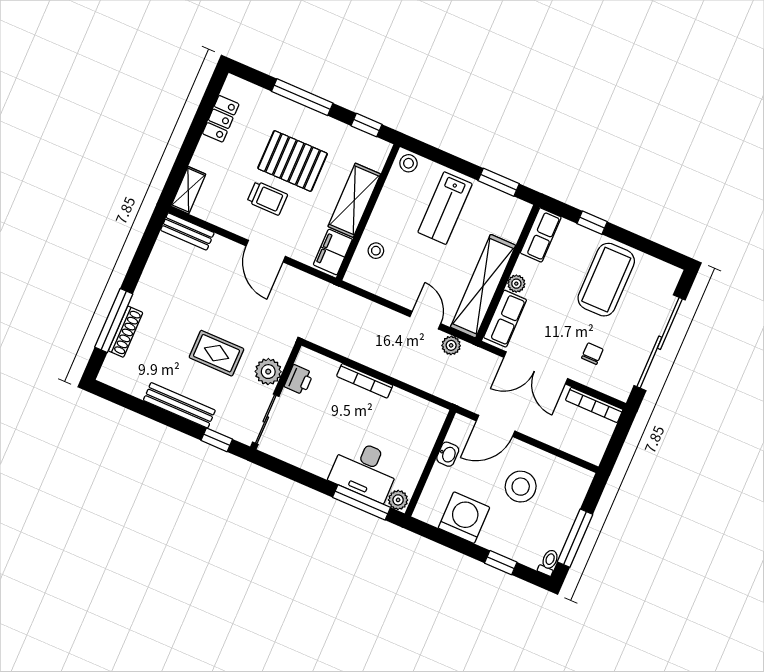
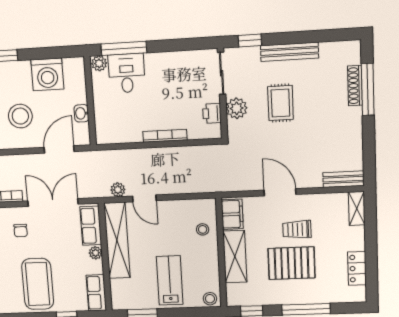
rug: (216, 353) -> (280, 103), turned 90
desk: (365, 470) -> (127, 73), width x0.73

